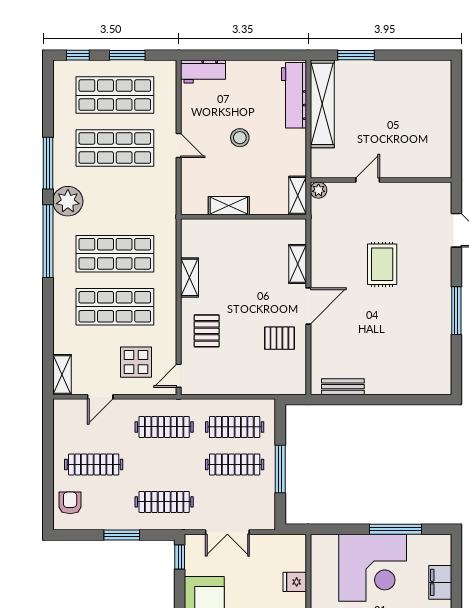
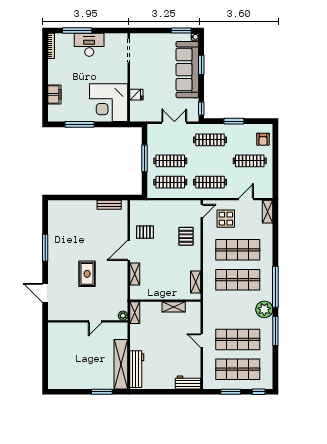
stool: (240, 138) -> (167, 345), removed
shelving: (189, 277) -> (196, 282), moved
corner desk: (373, 568) -> (109, 103), moved, turned -90

